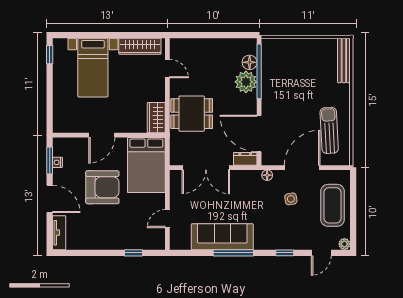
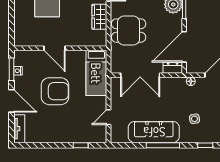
wardrobe: (156, 118) -> (99, 17), moved
door: (259, 133) -> (184, 47), hinge flipped
door: (102, 135) -> (55, 48), hinge flipped
bed: (146, 165) -> (96, 73), width x0.67
side table: (291, 199) -> (194, 119), moved

